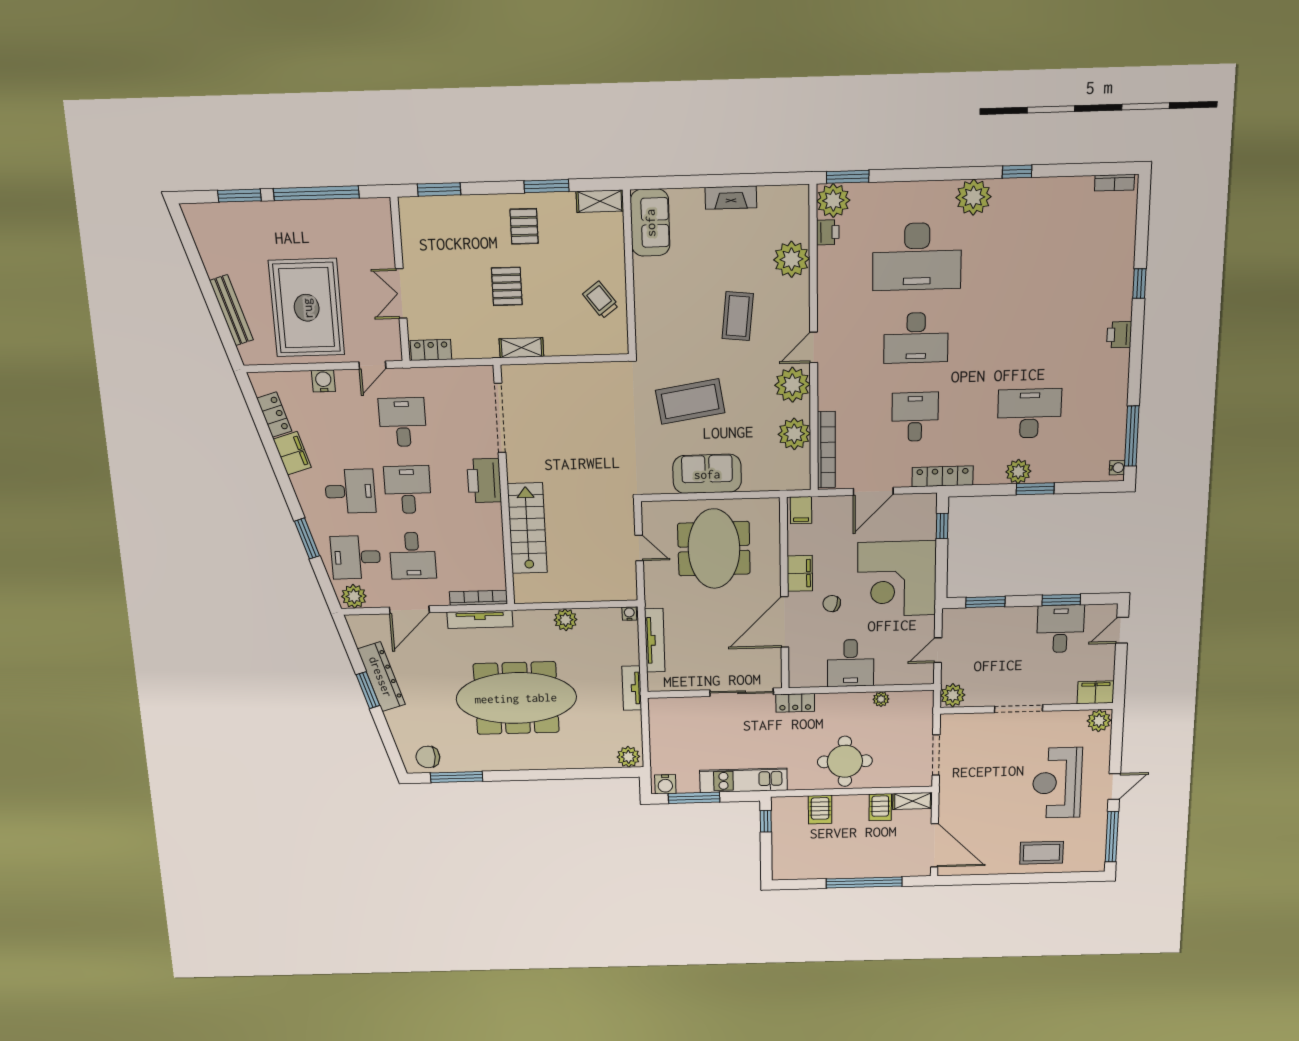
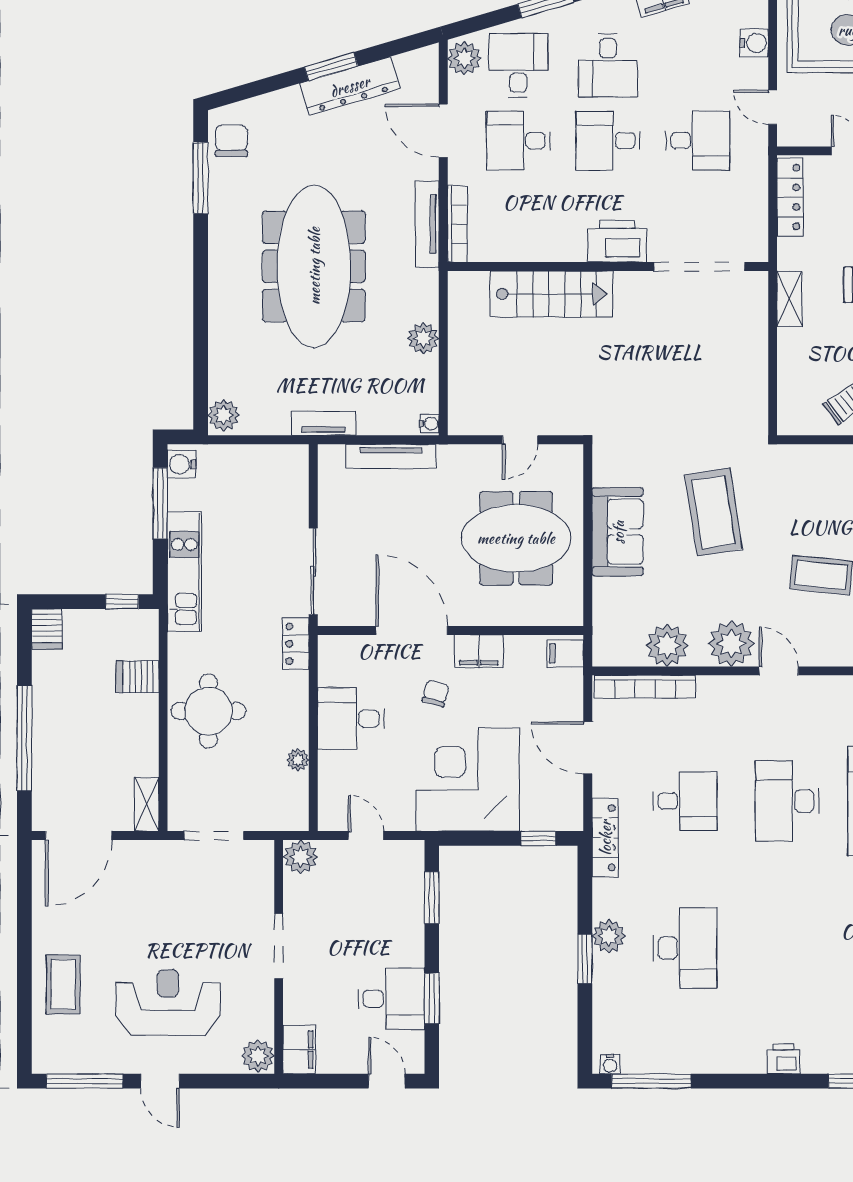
locker: (431, 350) -> (790, 197), width x1.53
desk: (408, 490) -> (608, 141), turned 180
server rack: (880, 807) -> (47, 629), moved, turned -90

